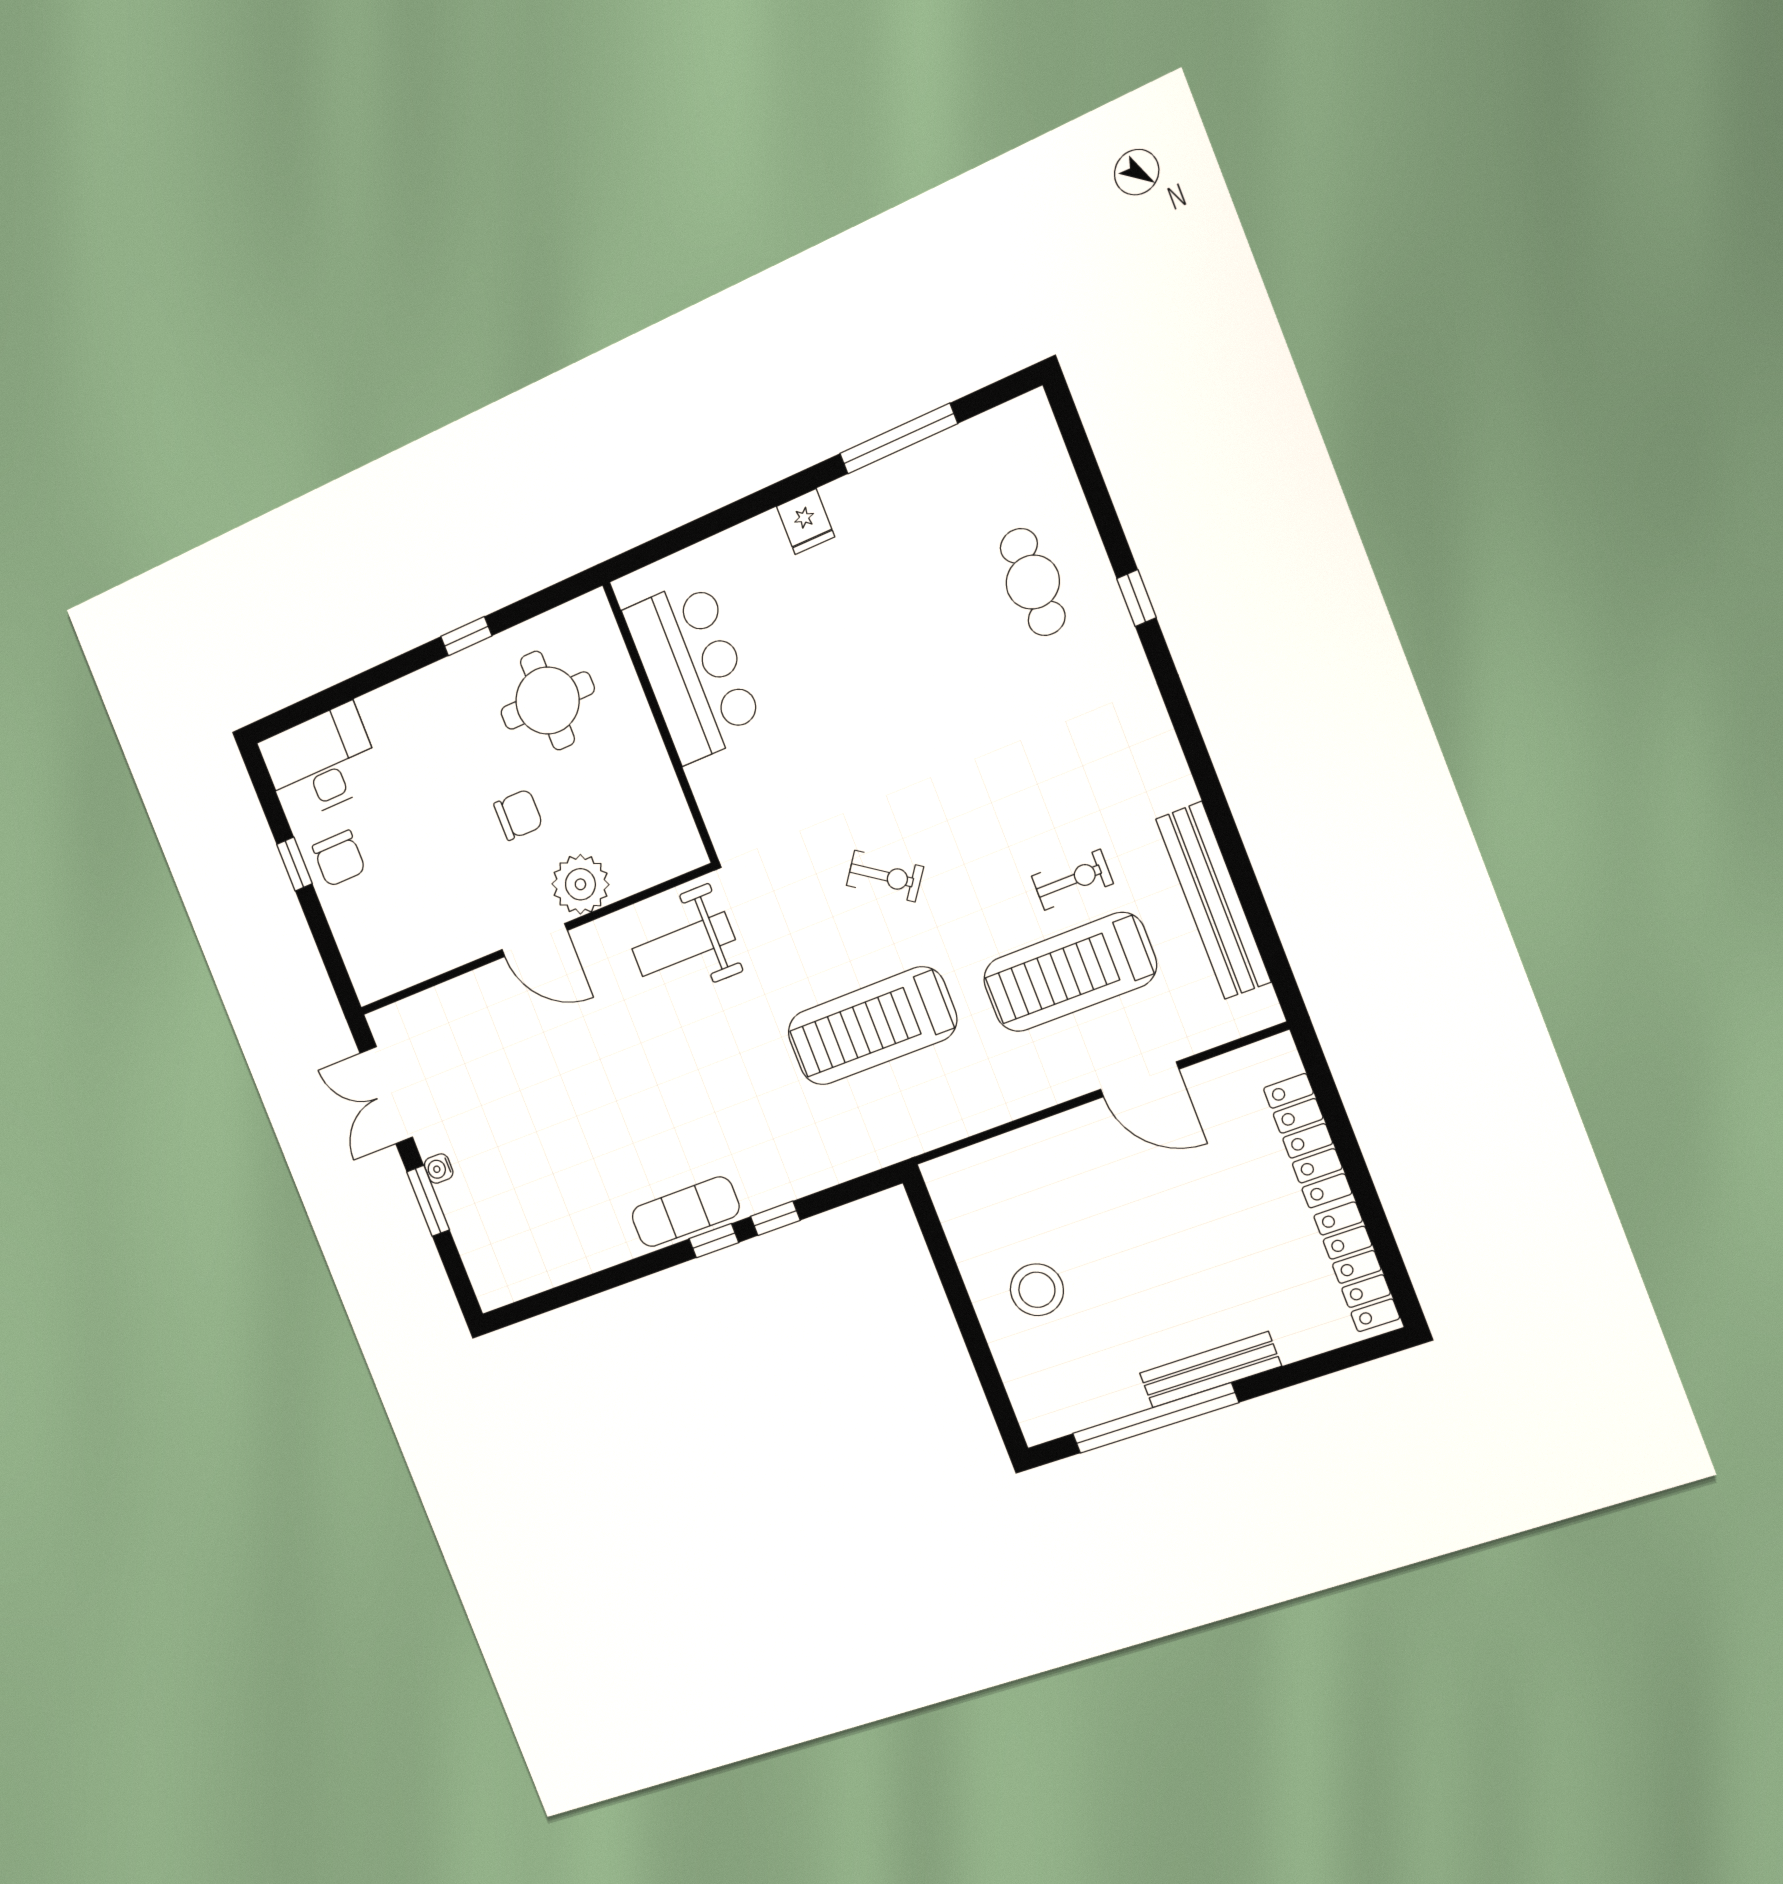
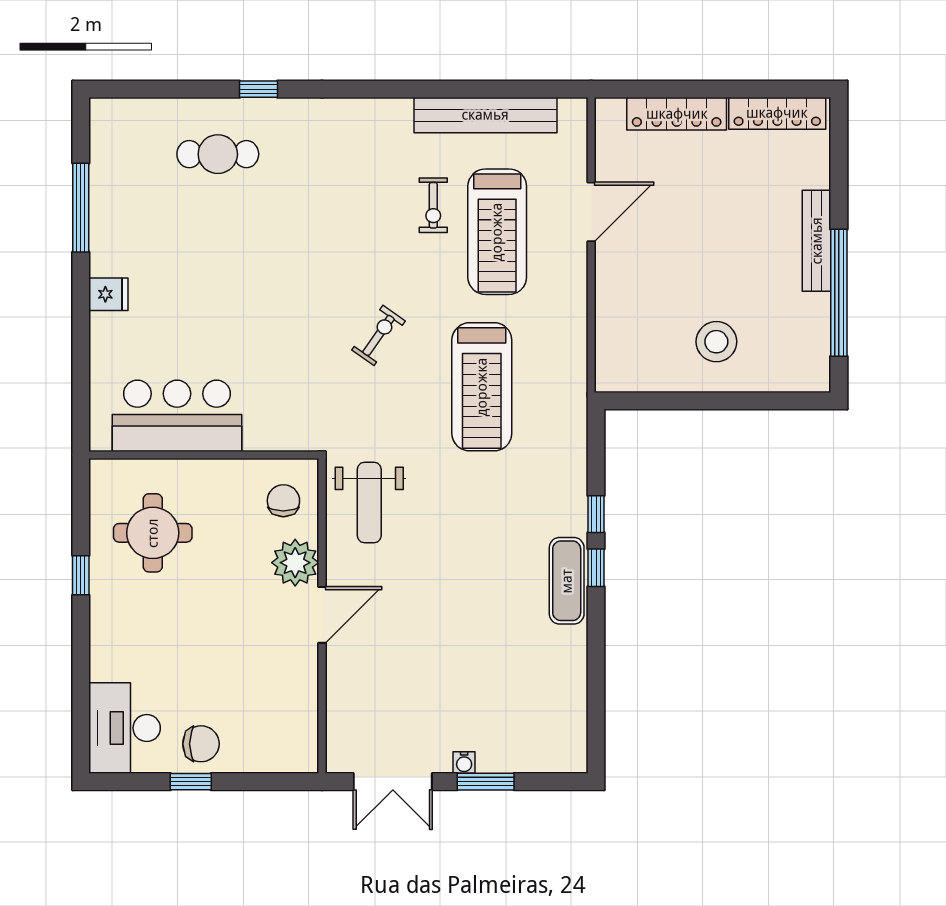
chair: (518, 815) -> (283, 501), moved
exercise bike: (1072, 880) -> (433, 205), turned 180

